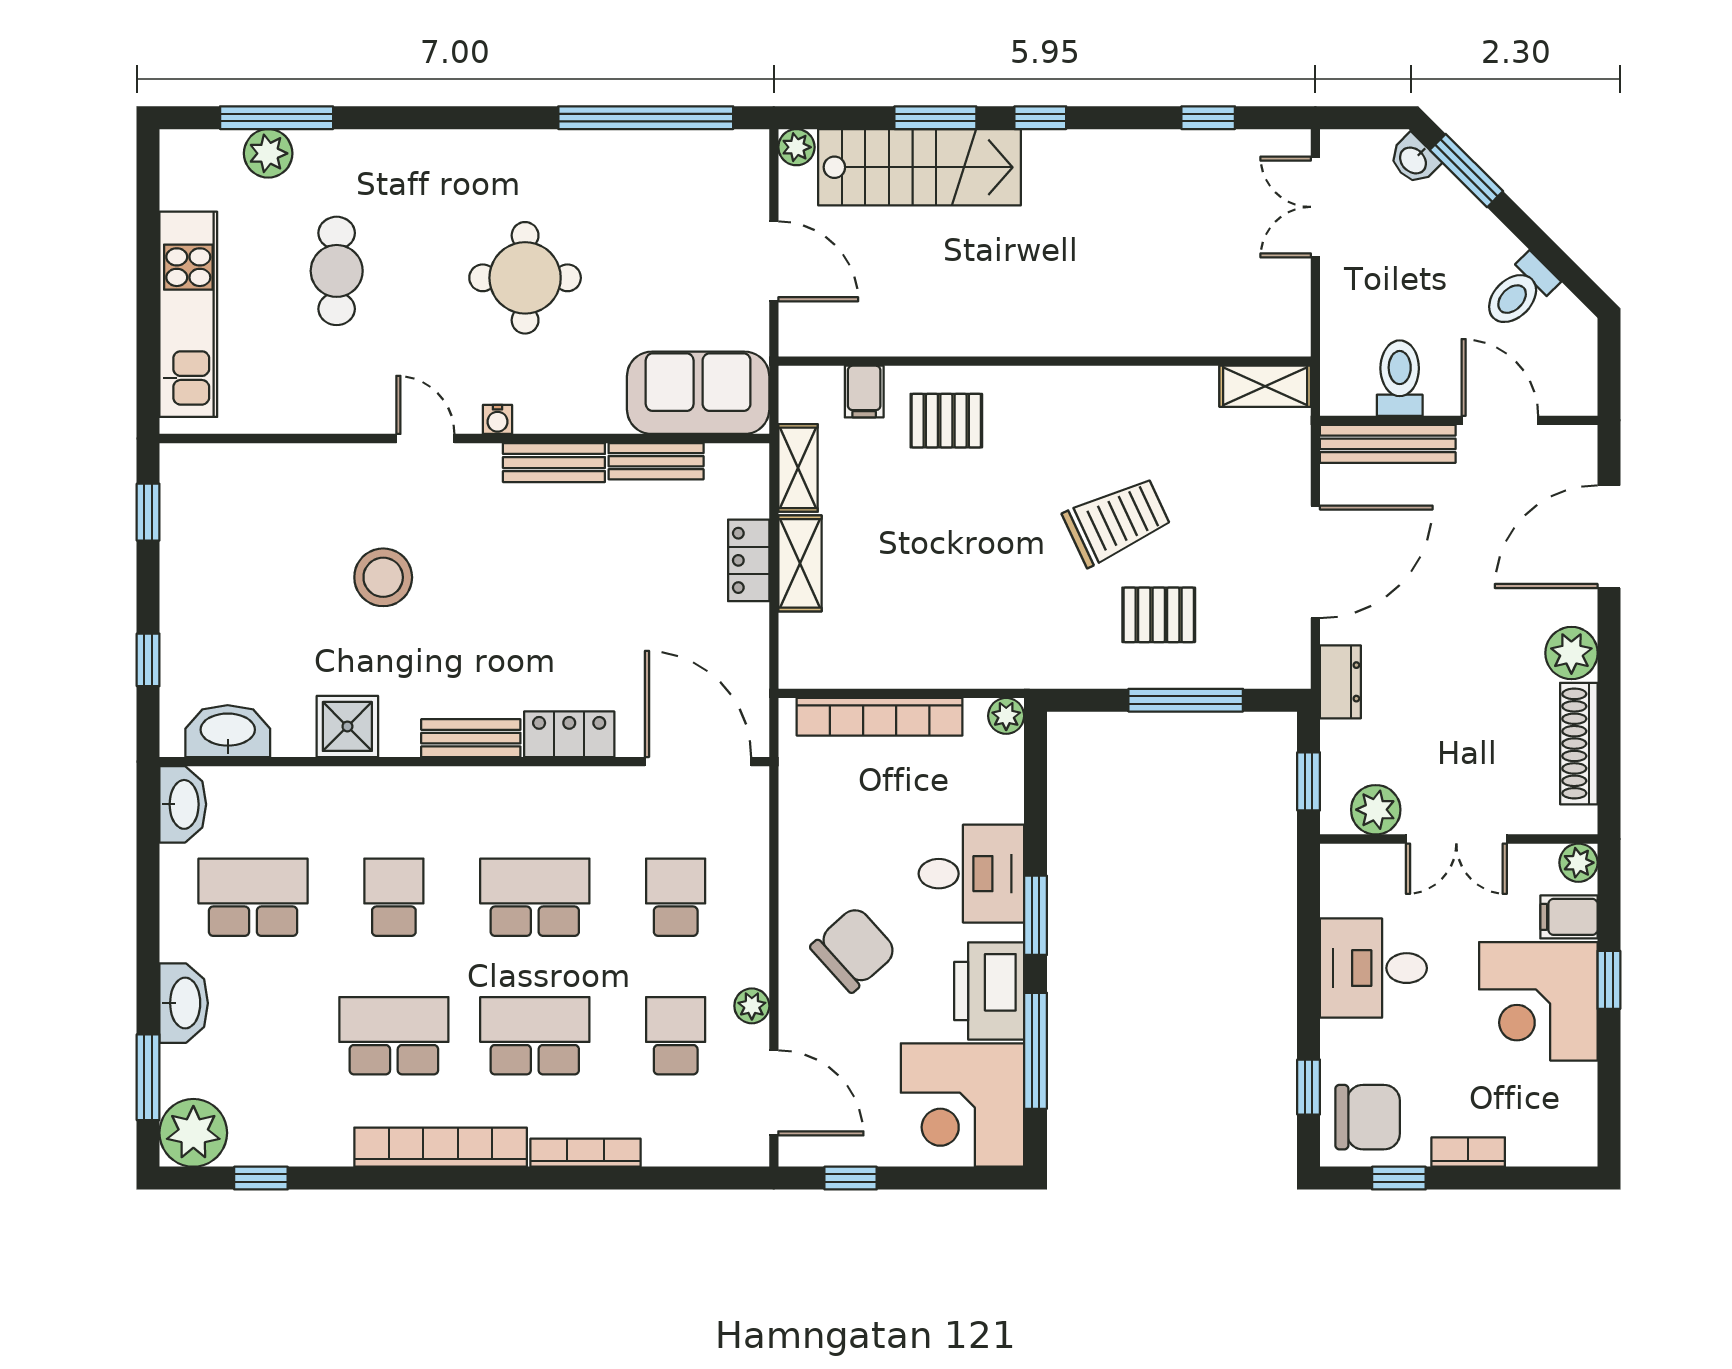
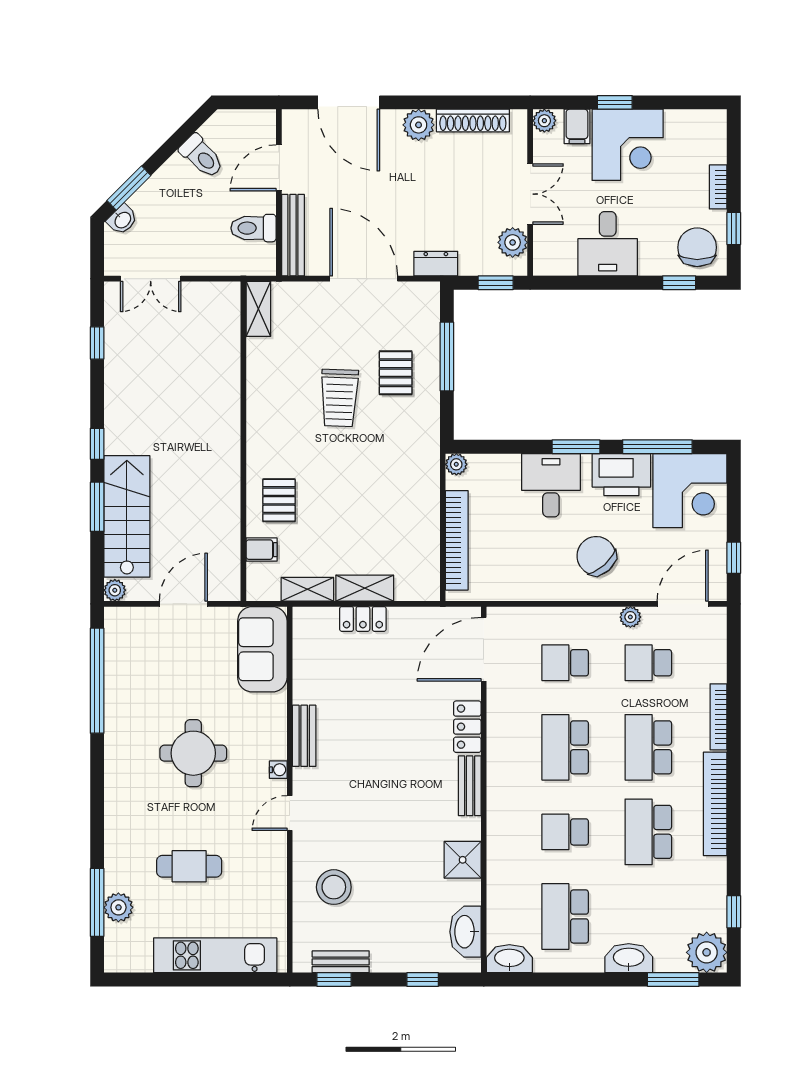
bench: (656, 461) -> (341, 962), moved, turned 90
trolley: (1117, 521) -> (339, 398), turned -153
stool: (383, 577) -> (334, 887), moved

